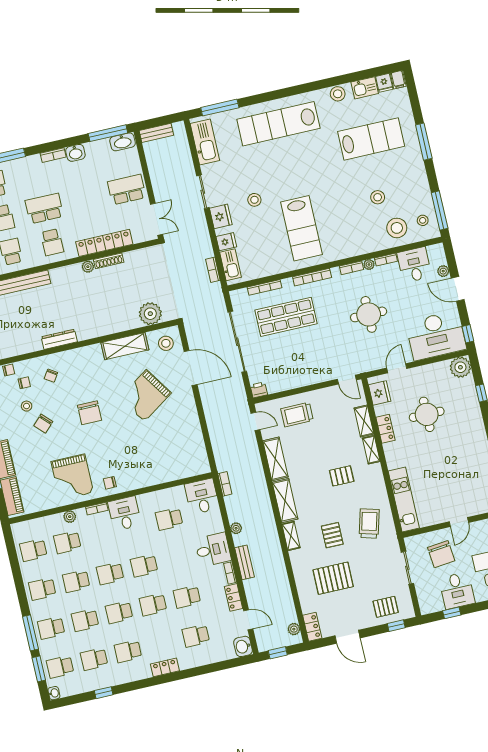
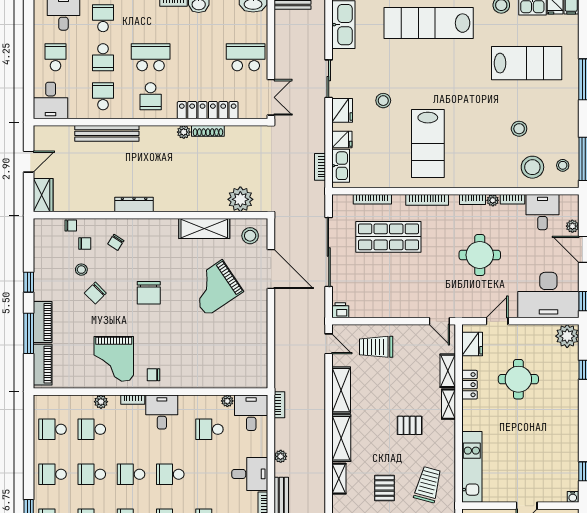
plant: (179, 491) -> (227, 401), added

